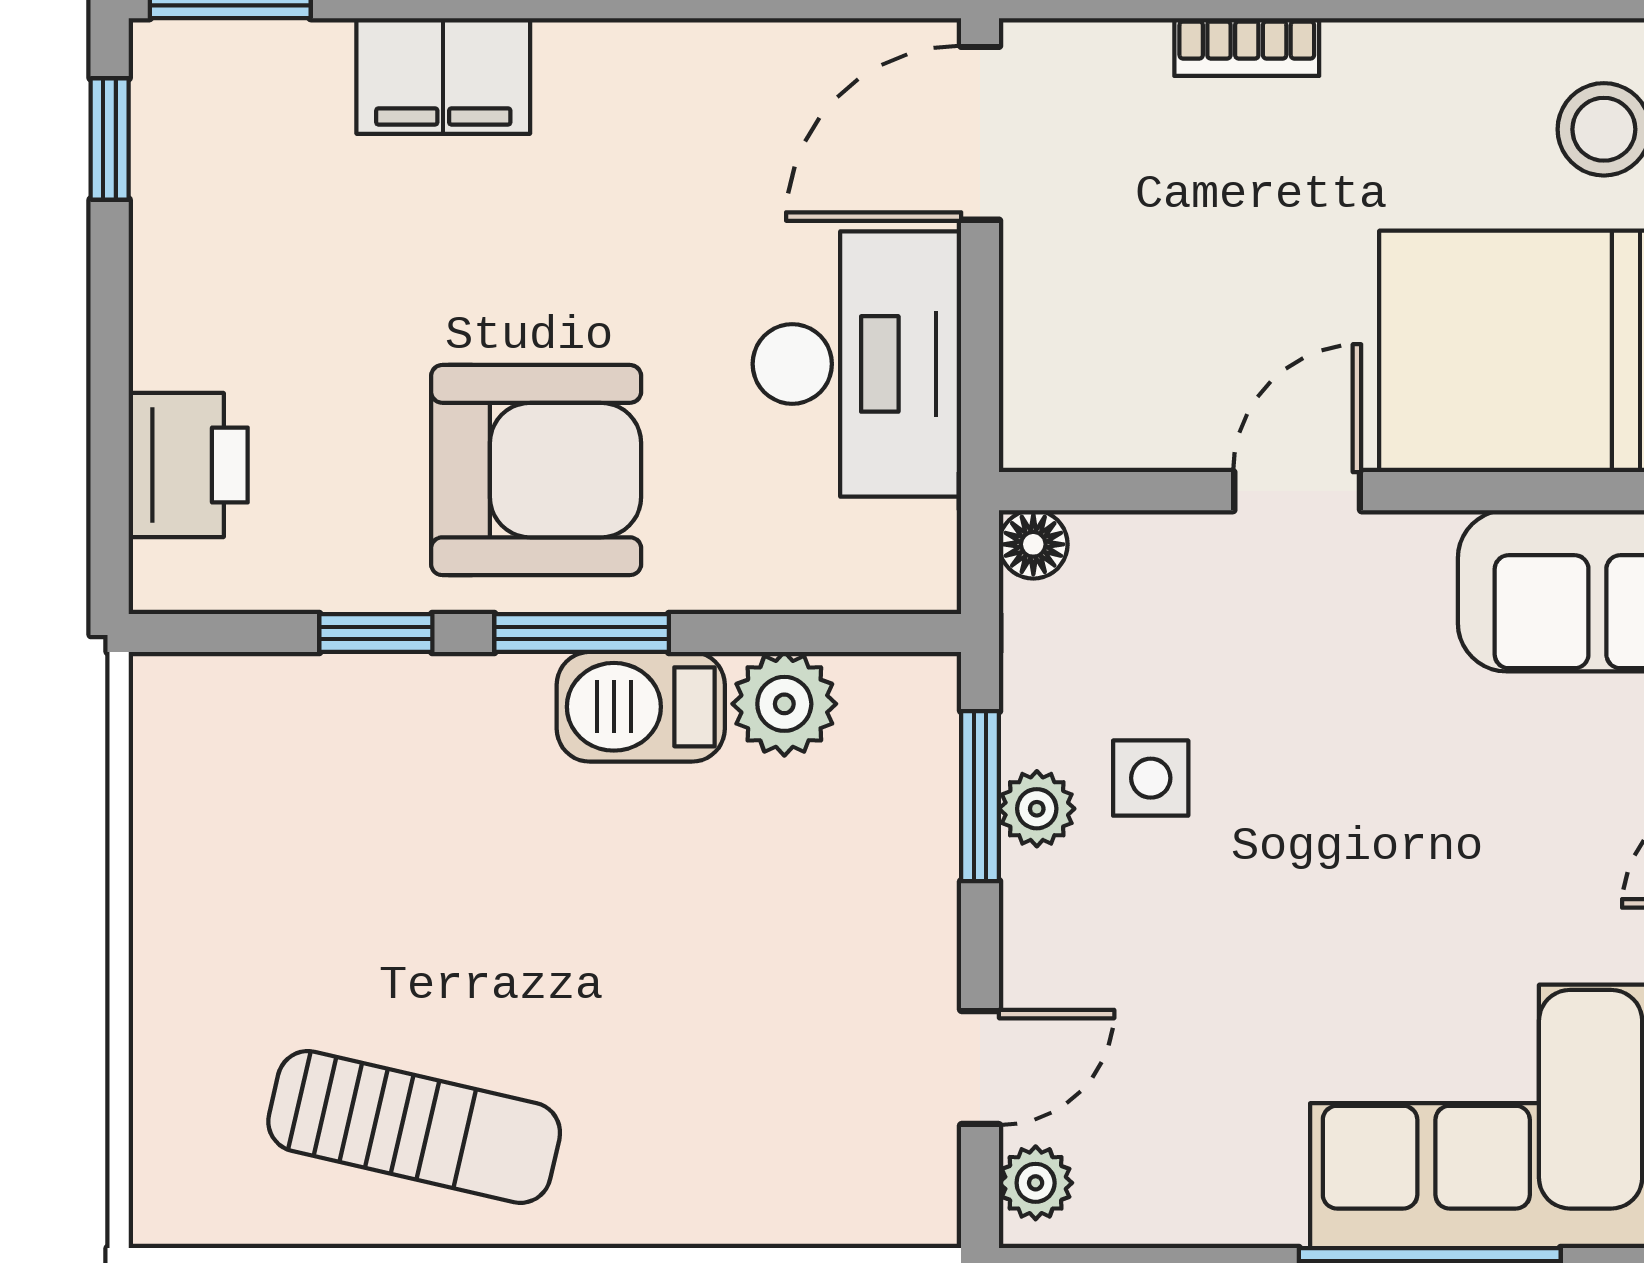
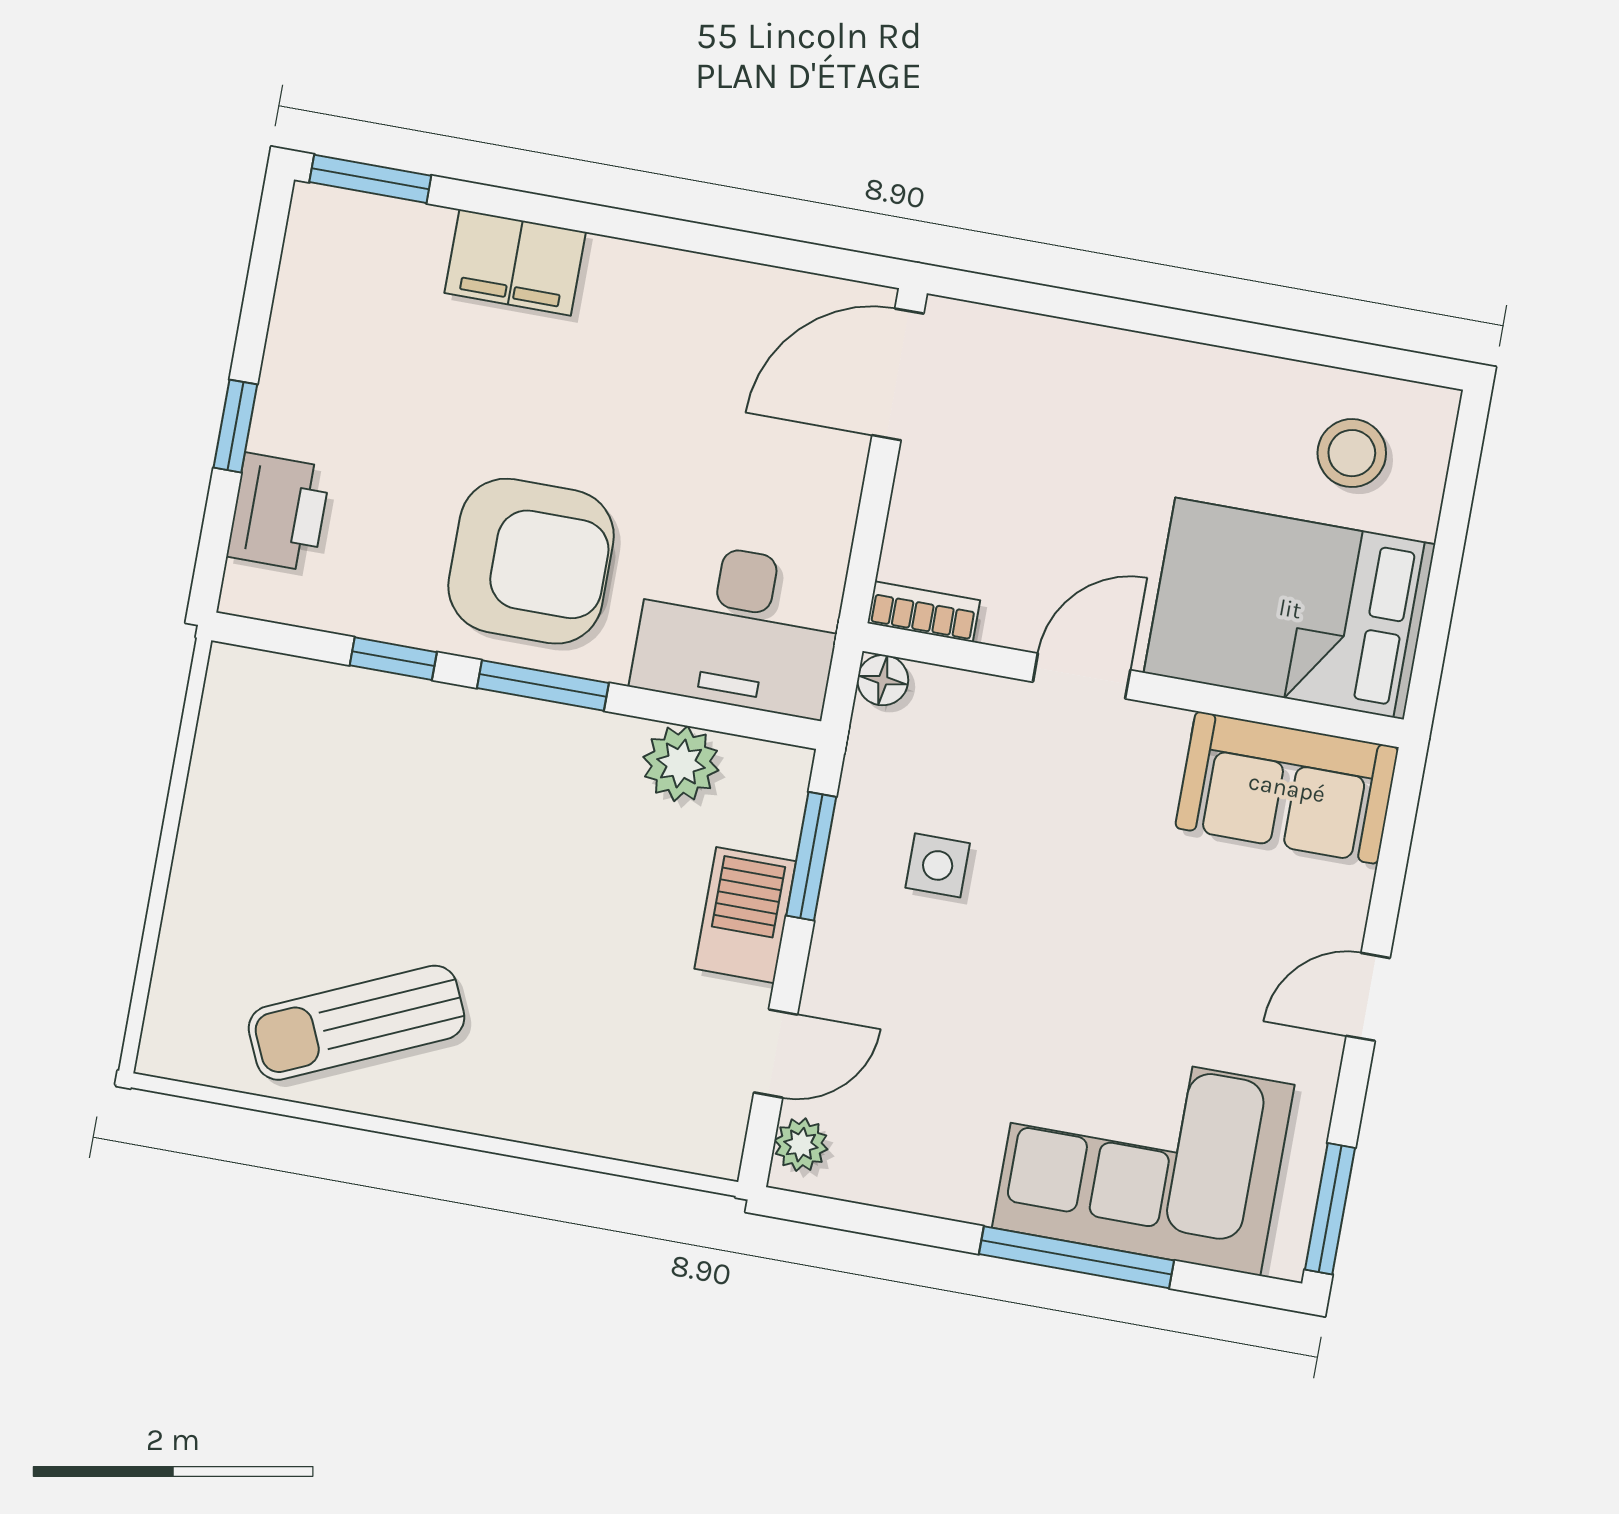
bookcase: (1247, 47) -> (924, 612), moved, turned 180
window: (110, 139) -> (235, 426), moved
desk: (857, 364) -> (738, 628), moved, turned 90
barbecue: (641, 707) -> (745, 915), moved, turned 90
plant: (1037, 809) -> (851, 873), removed
sun lounger: (414, 1127) -> (357, 1023), turned 143

